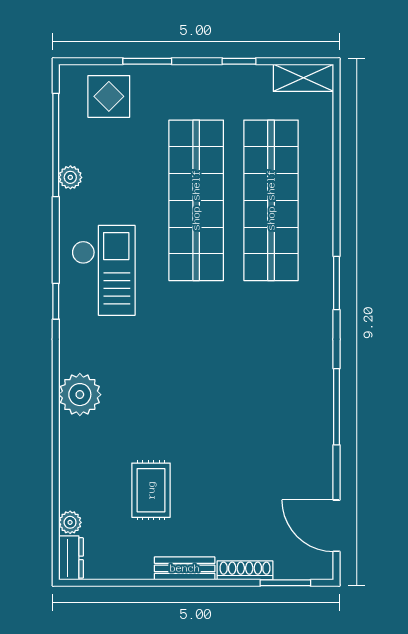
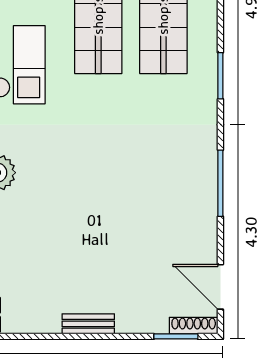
rug: (151, 490) -> (59, 256), removed
shoe rack: (245, 570) -> (194, 326), moved

